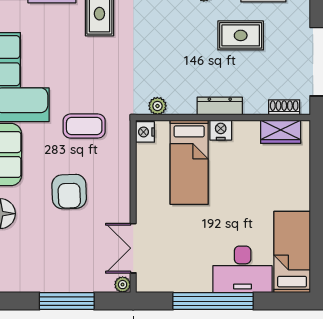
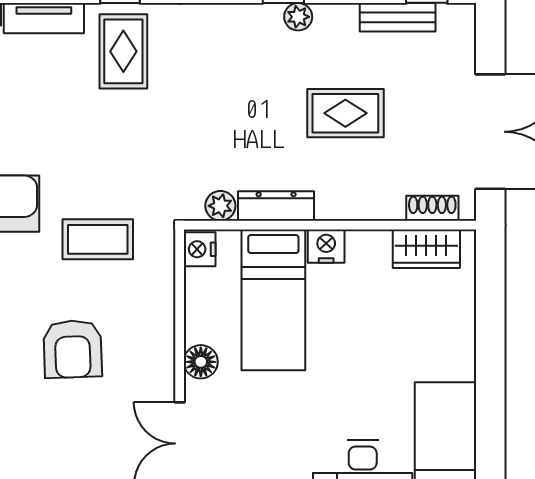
rug: (241, 35) -> (345, 113), moved
dresser: (220, 106) -> (276, 206), moved
floor lamp: (146, 199) -> (201, 362), added

